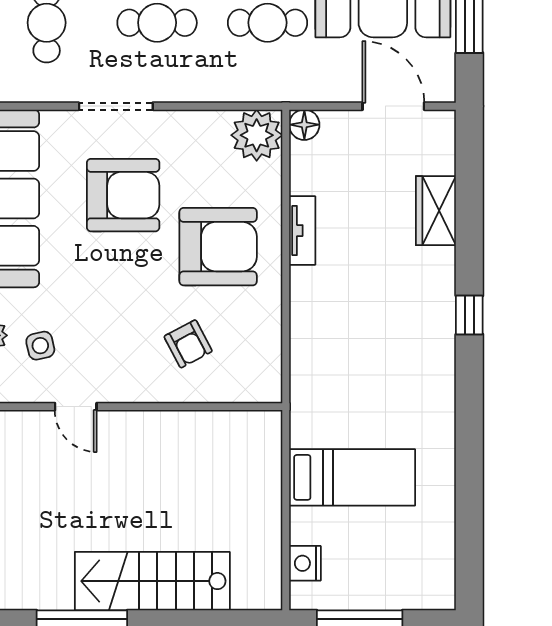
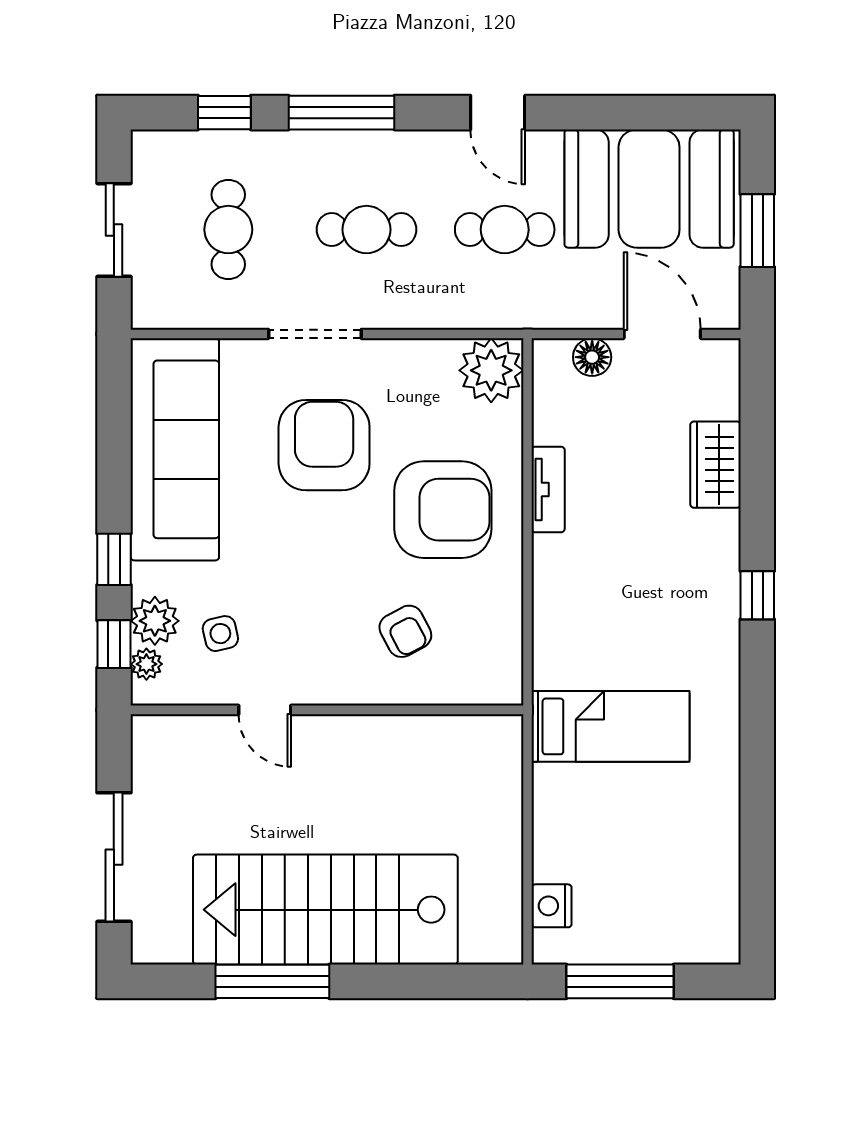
floor lamp: (304, 125) -> (592, 357), moved
armchair: (123, 195) -> (324, 445), turned -90
bed: (352, 477) -> (610, 726), moved
stairs: (152, 581) -> (325, 910), width x1.36, depth x1.51

